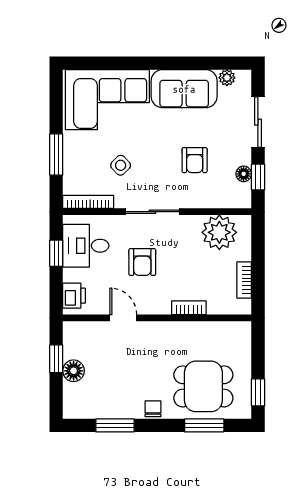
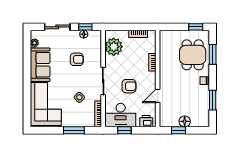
desk: (86, 246) -> (121, 115), width x1.37

